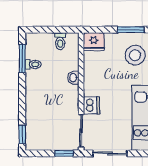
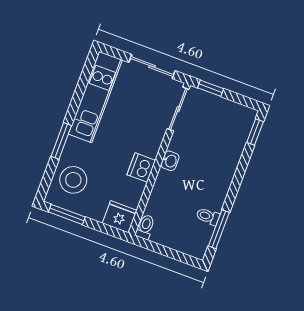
toilet: (60, 41) -> (145, 227), moved
washbasin: (73, 78) -> (170, 161), moved
dishwasher: (91, 105) -> (141, 168), moved

